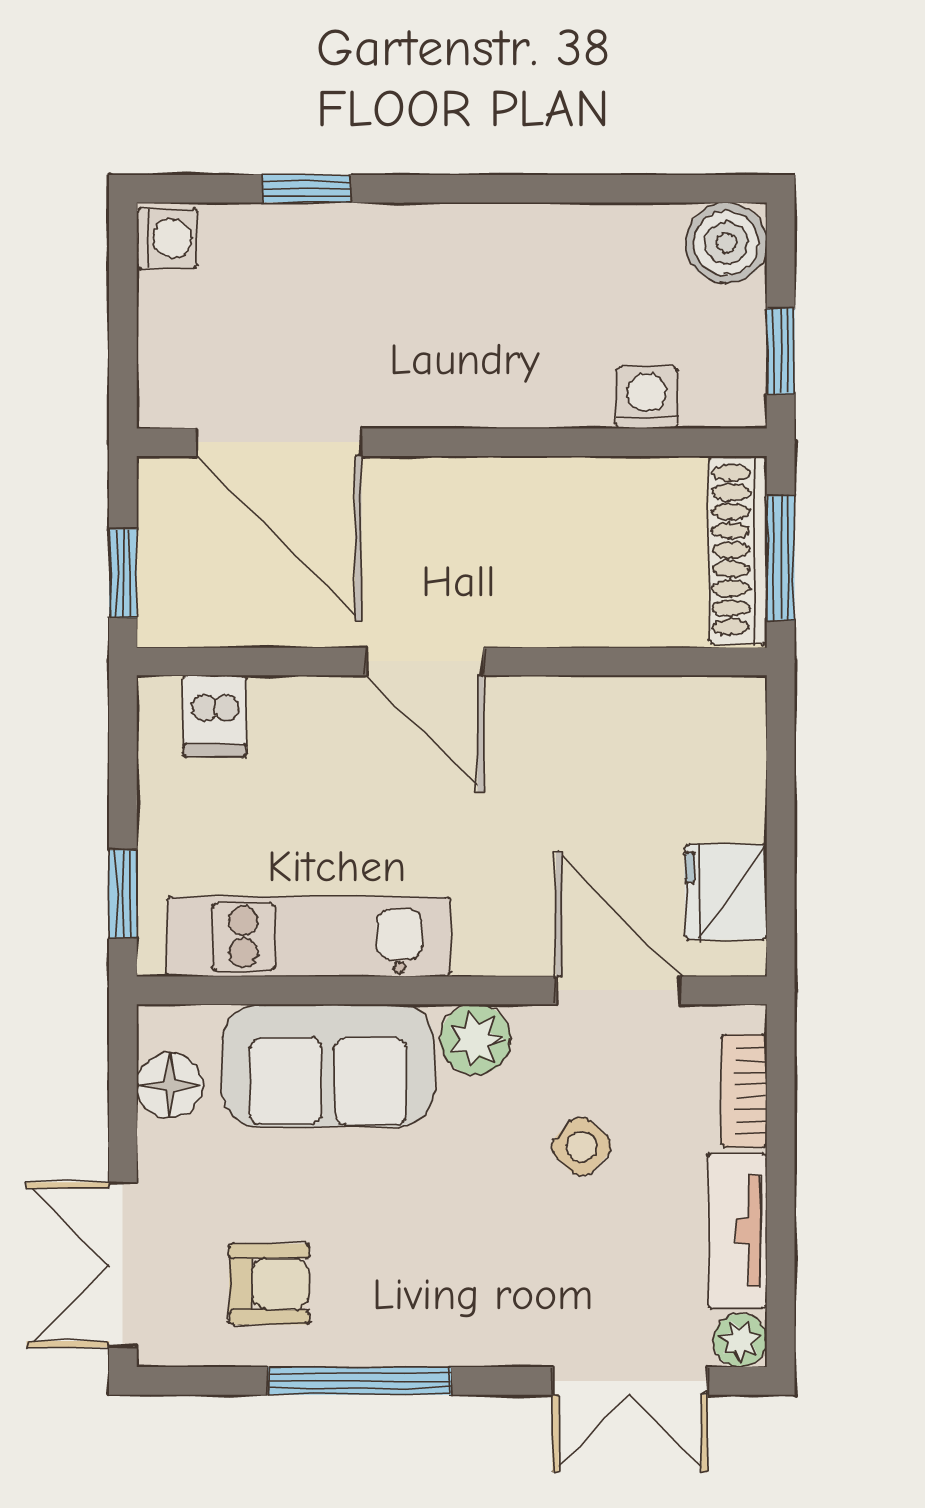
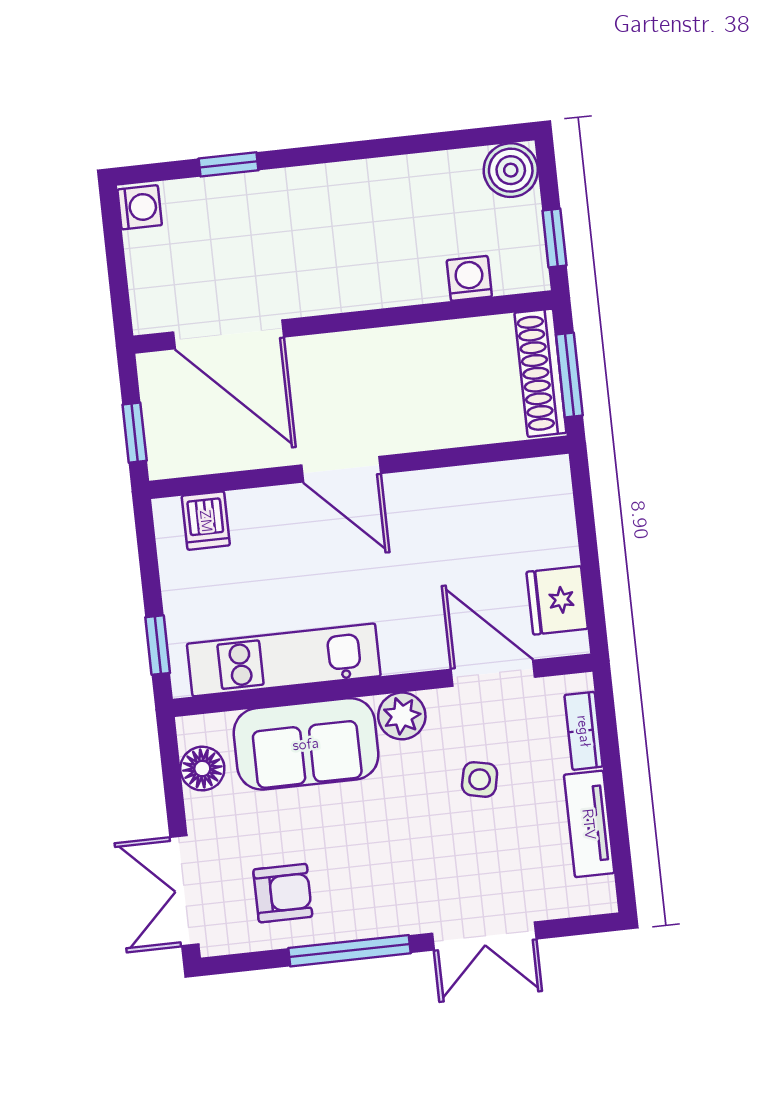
side table: (581, 1147) -> (480, 779), turned -31
plant: (740, 1340) -> (599, 896), removed
double door: (630, 1381) -> (484, 936), moved

